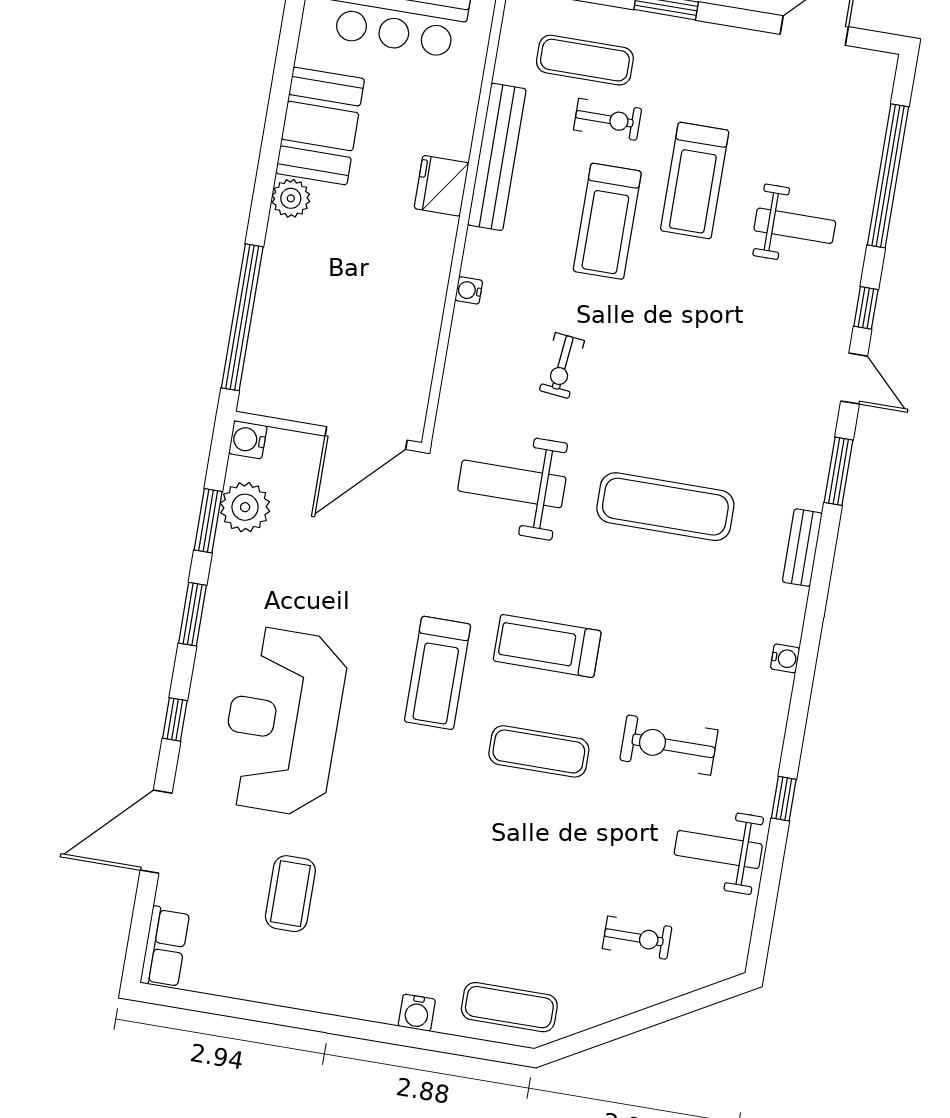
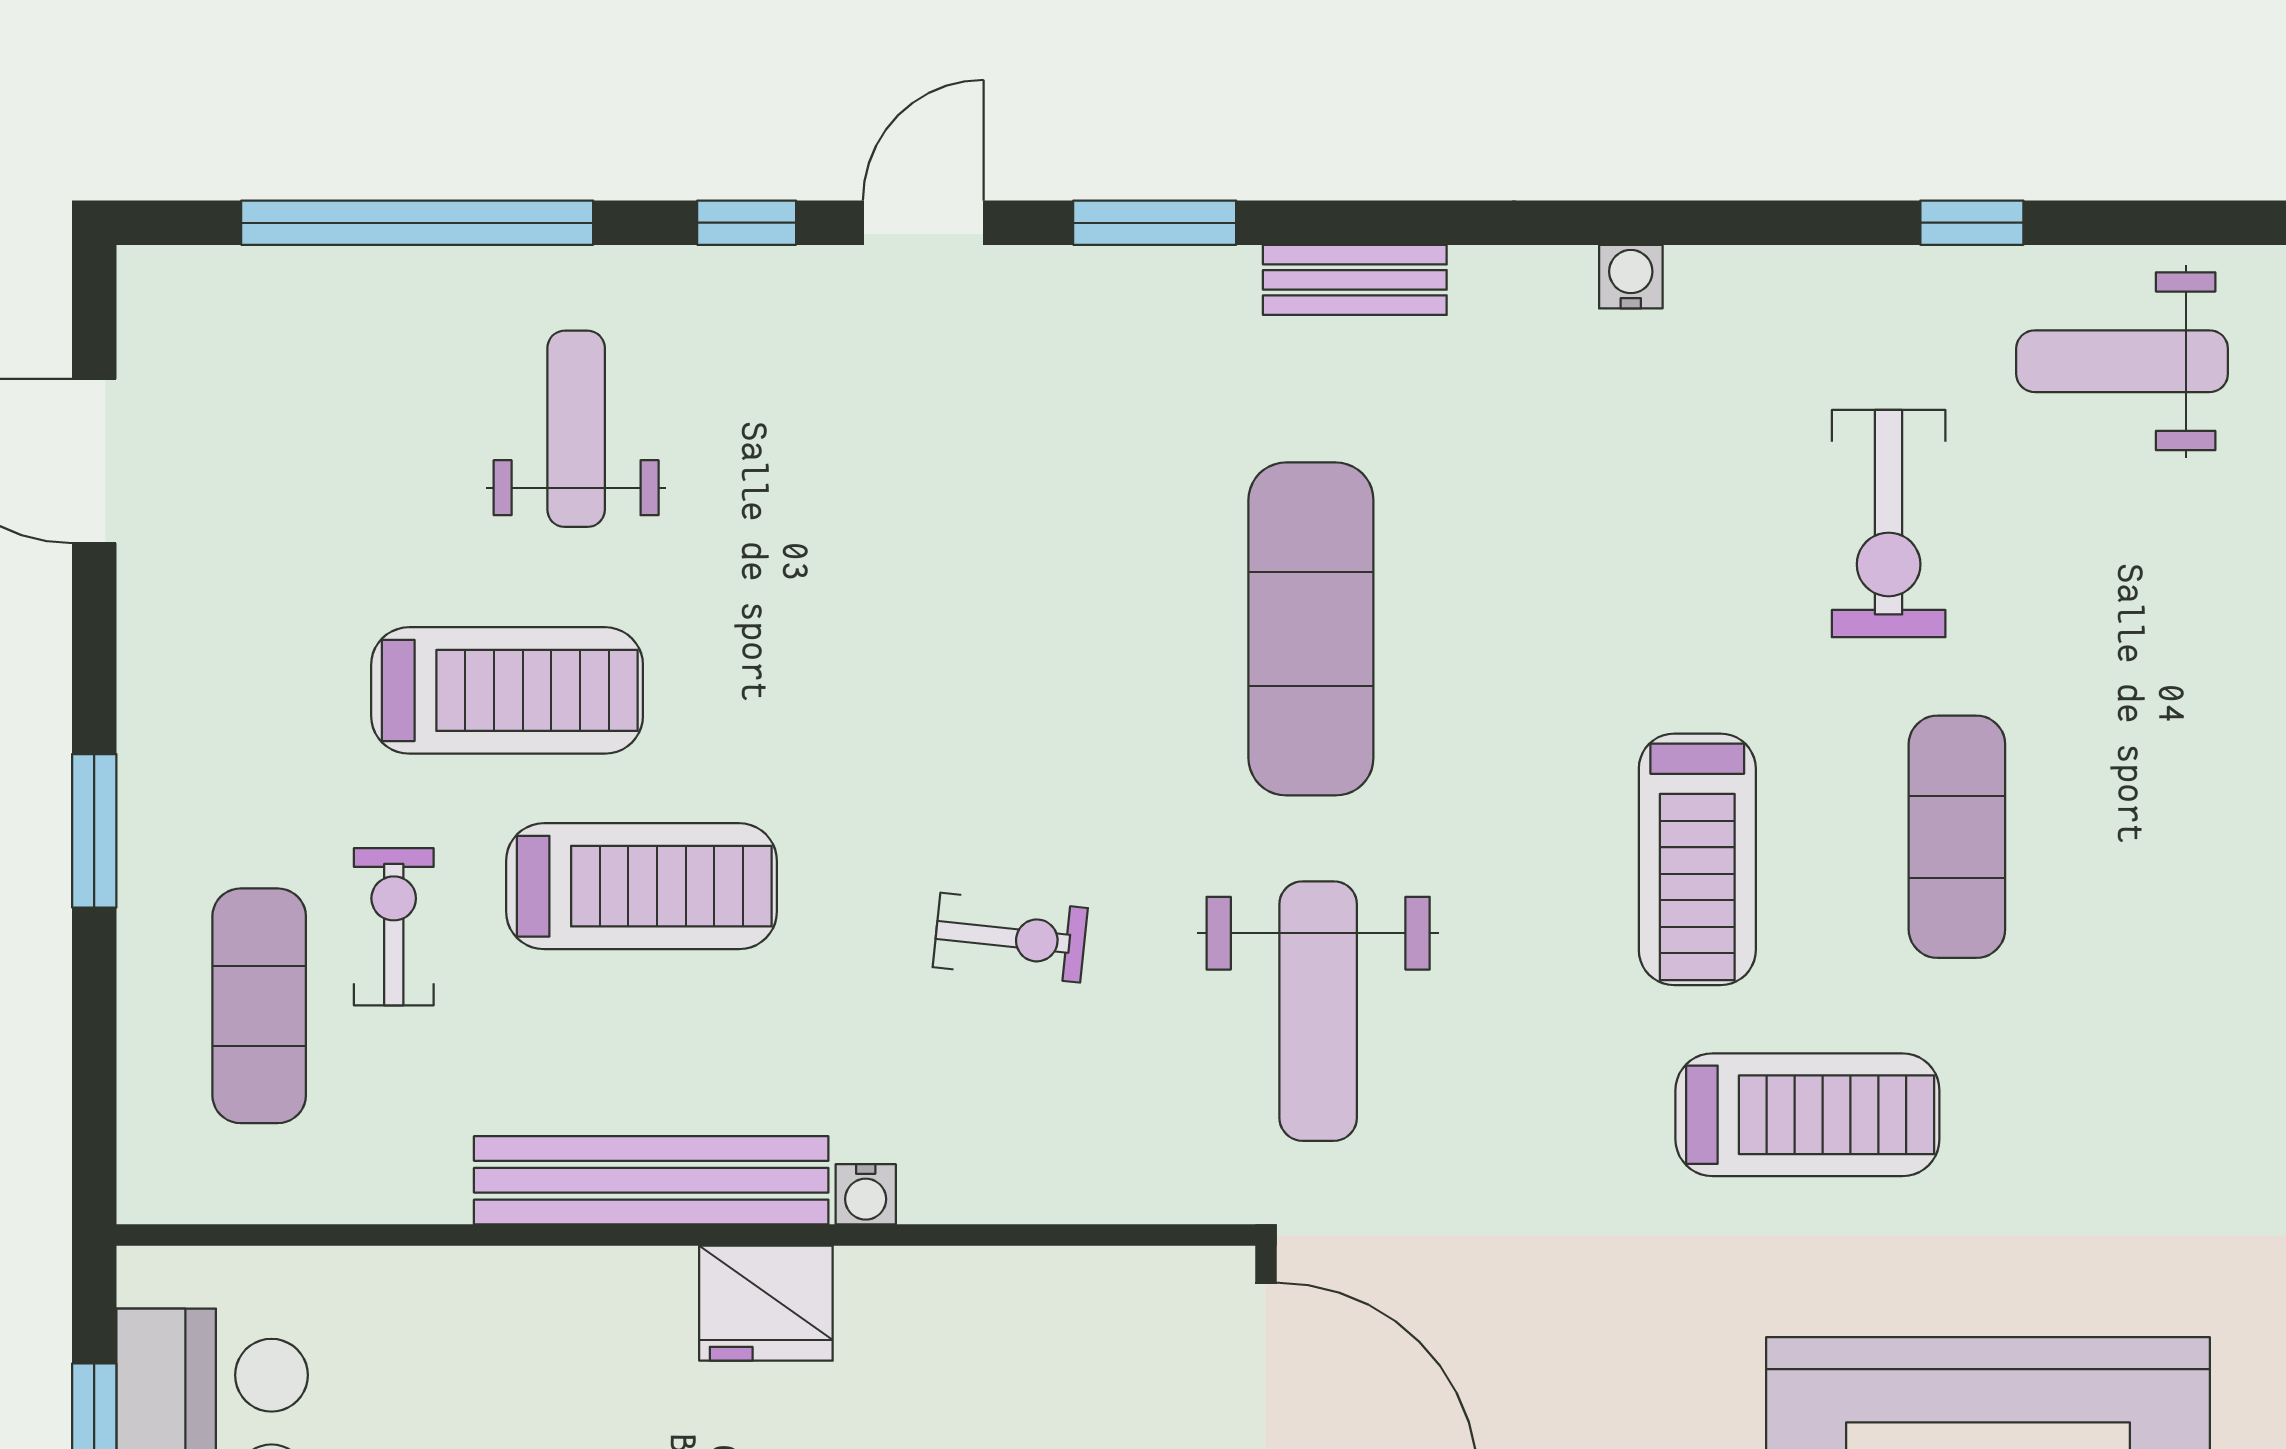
bench: (497, 157) -> (651, 1180), moved
fridge: (441, 186) -> (766, 1303), moved
weight bench: (718, 849) -> (2122, 361), turned 90

